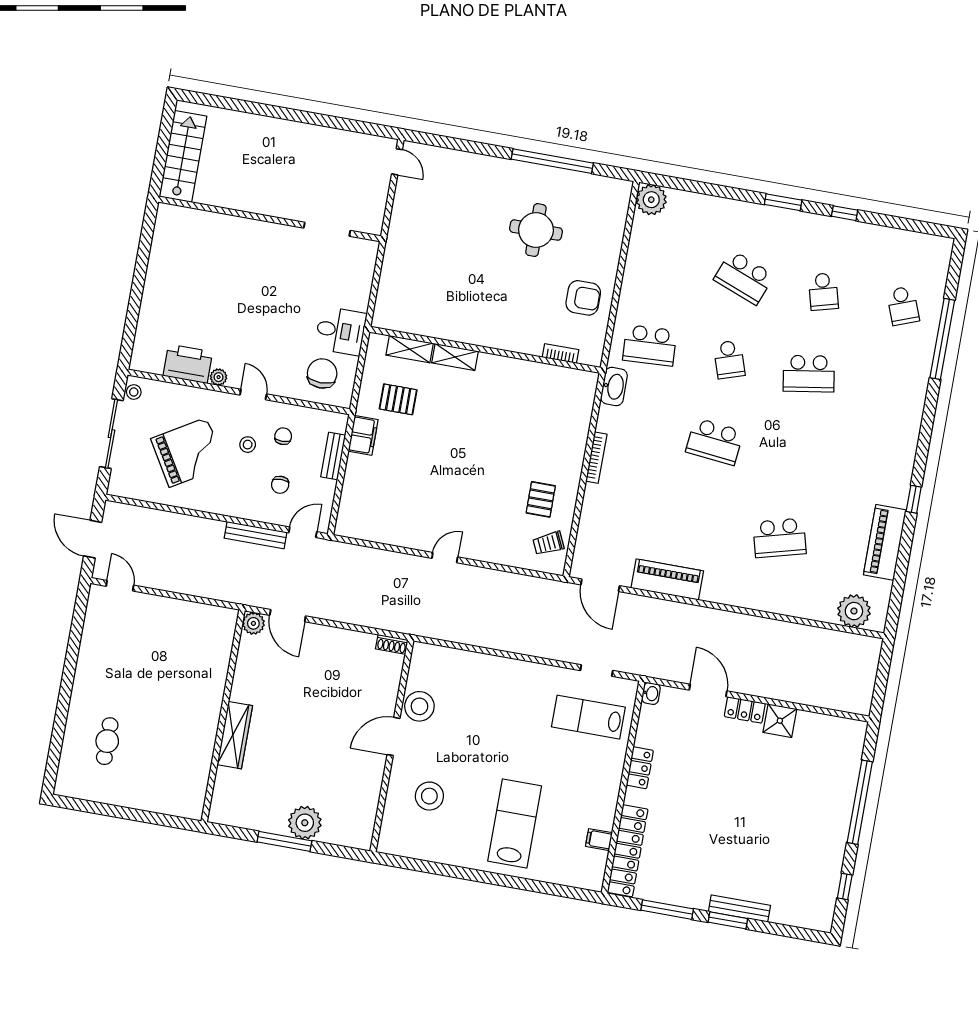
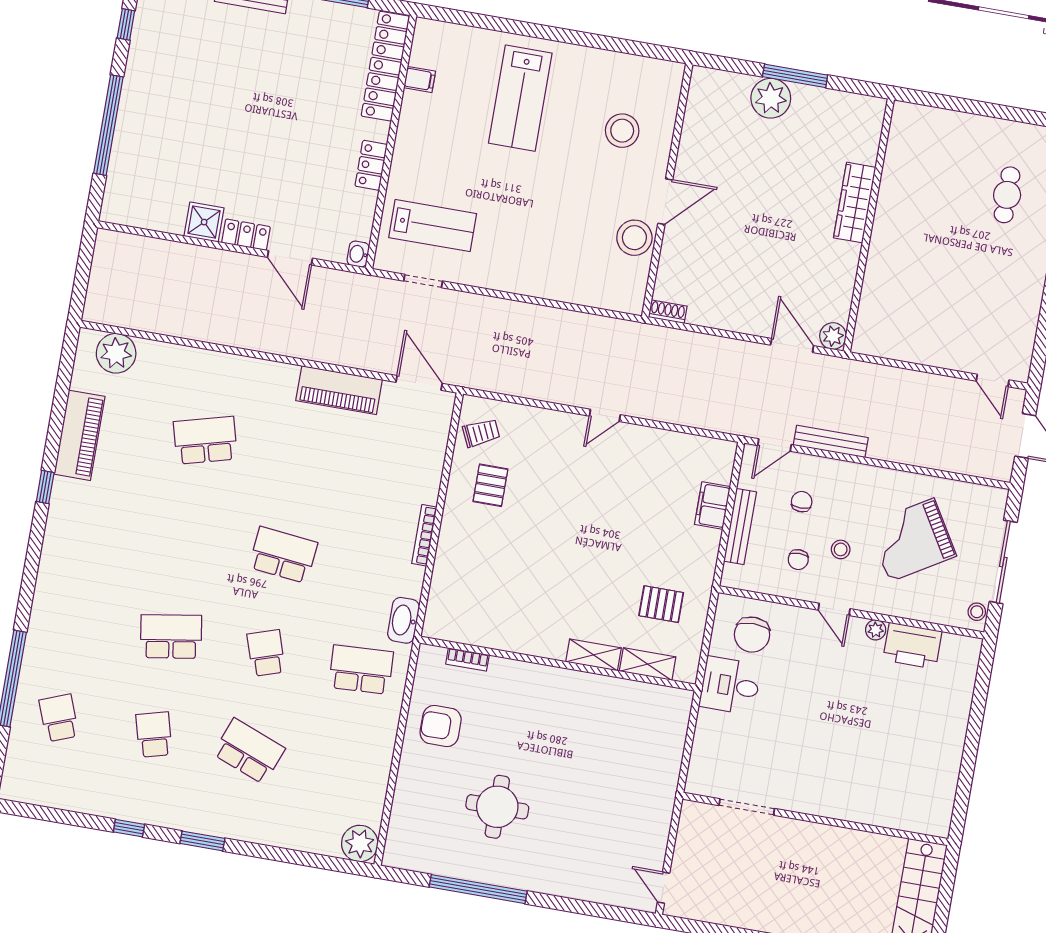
filing cabinet: (363, 435) -> (712, 506), moved
bench: (333, 456) -> (740, 527), width x1.36

